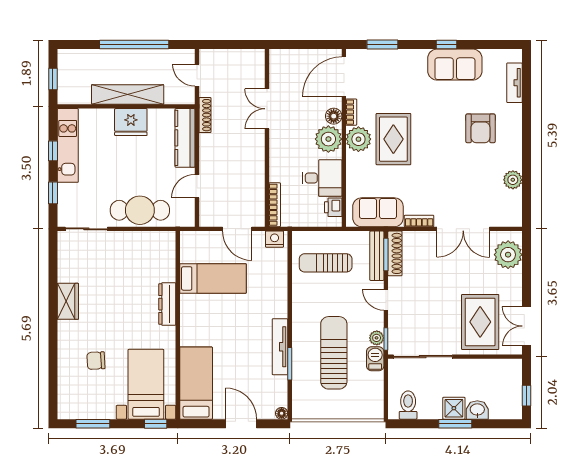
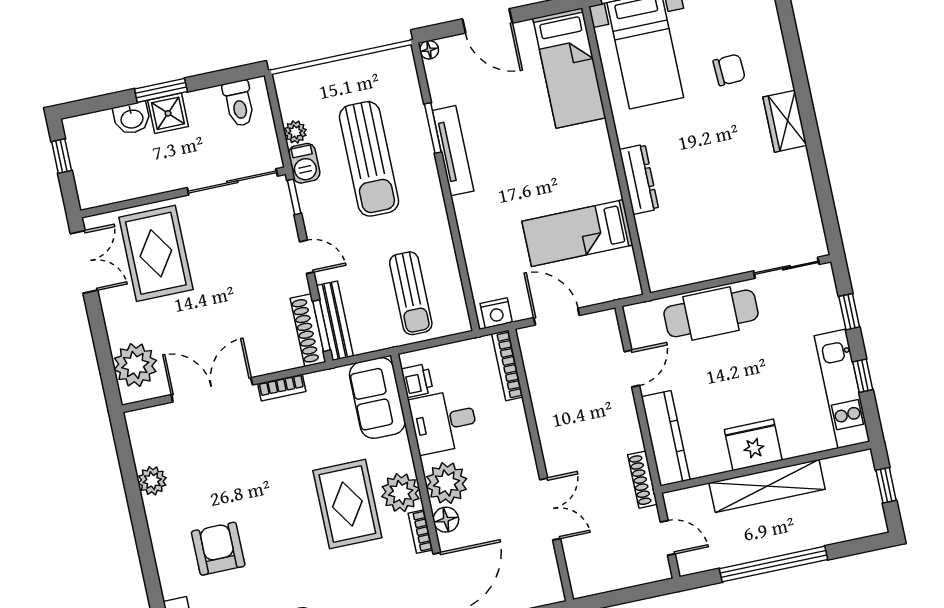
sofa: (378, 212) -> (377, 398), moved, turned 90
sun lounger: (326, 263) -> (411, 293), turned 90
wardrobe: (68, 301) -> (785, 121), moved
plant: (377, 338) -> (295, 132), moved

